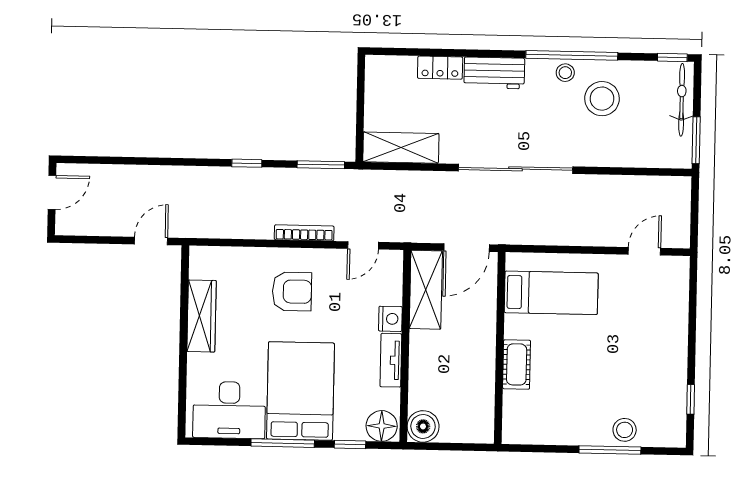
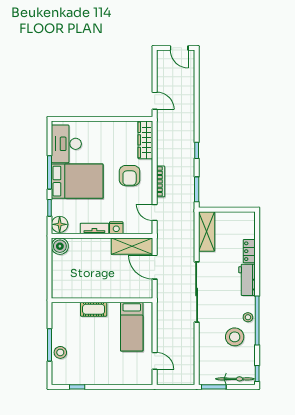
bed: (551, 293) -> (132, 327), moved
wardrobe: (202, 316) -> (145, 140), moved, turned 90
wall: (500, 348) -> (102, 300), moved
cot: (517, 364) -> (94, 309), moved

